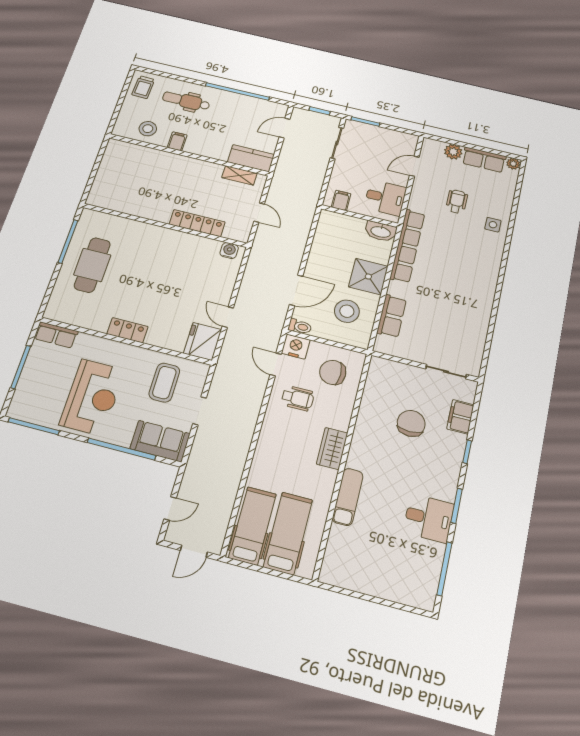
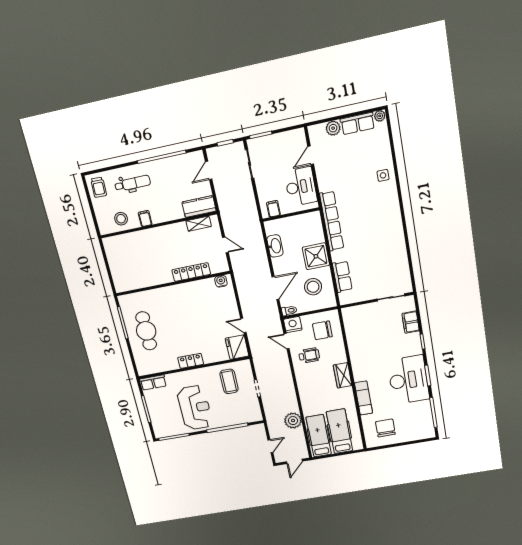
dental chair: (186, 101) -> (133, 183), turned 180
desk: (385, 198) -> (301, 187), width x1.37
wheelchair: (457, 201) -> (351, 169), removed
washbasin: (381, 231) -> (275, 246), moved, turned -90
chair: (411, 423) -> (385, 428), moved
sofa: (160, 441) -> (245, 414), removed
plant: (226, 483) -> (293, 421), added
desk: (429, 518) -> (408, 380), width x1.87, depth x1.30

